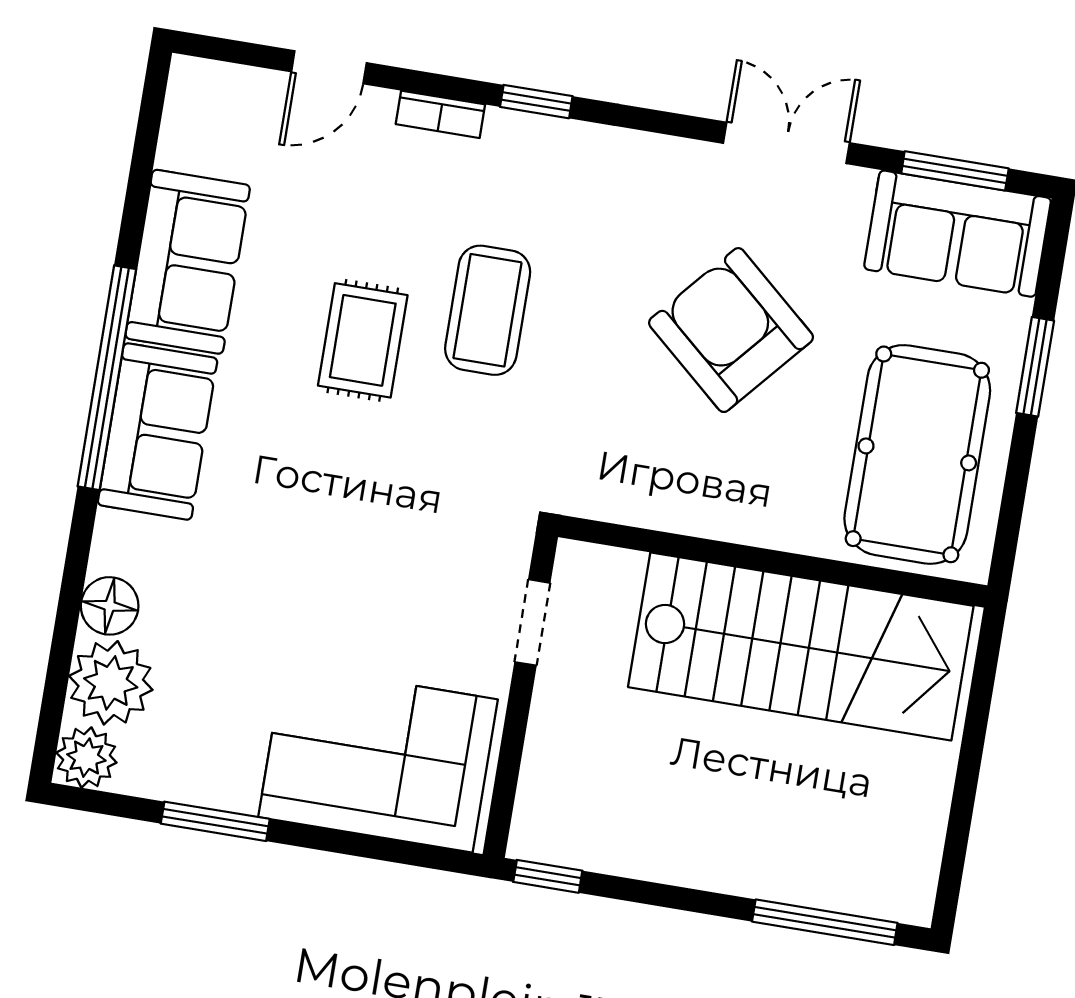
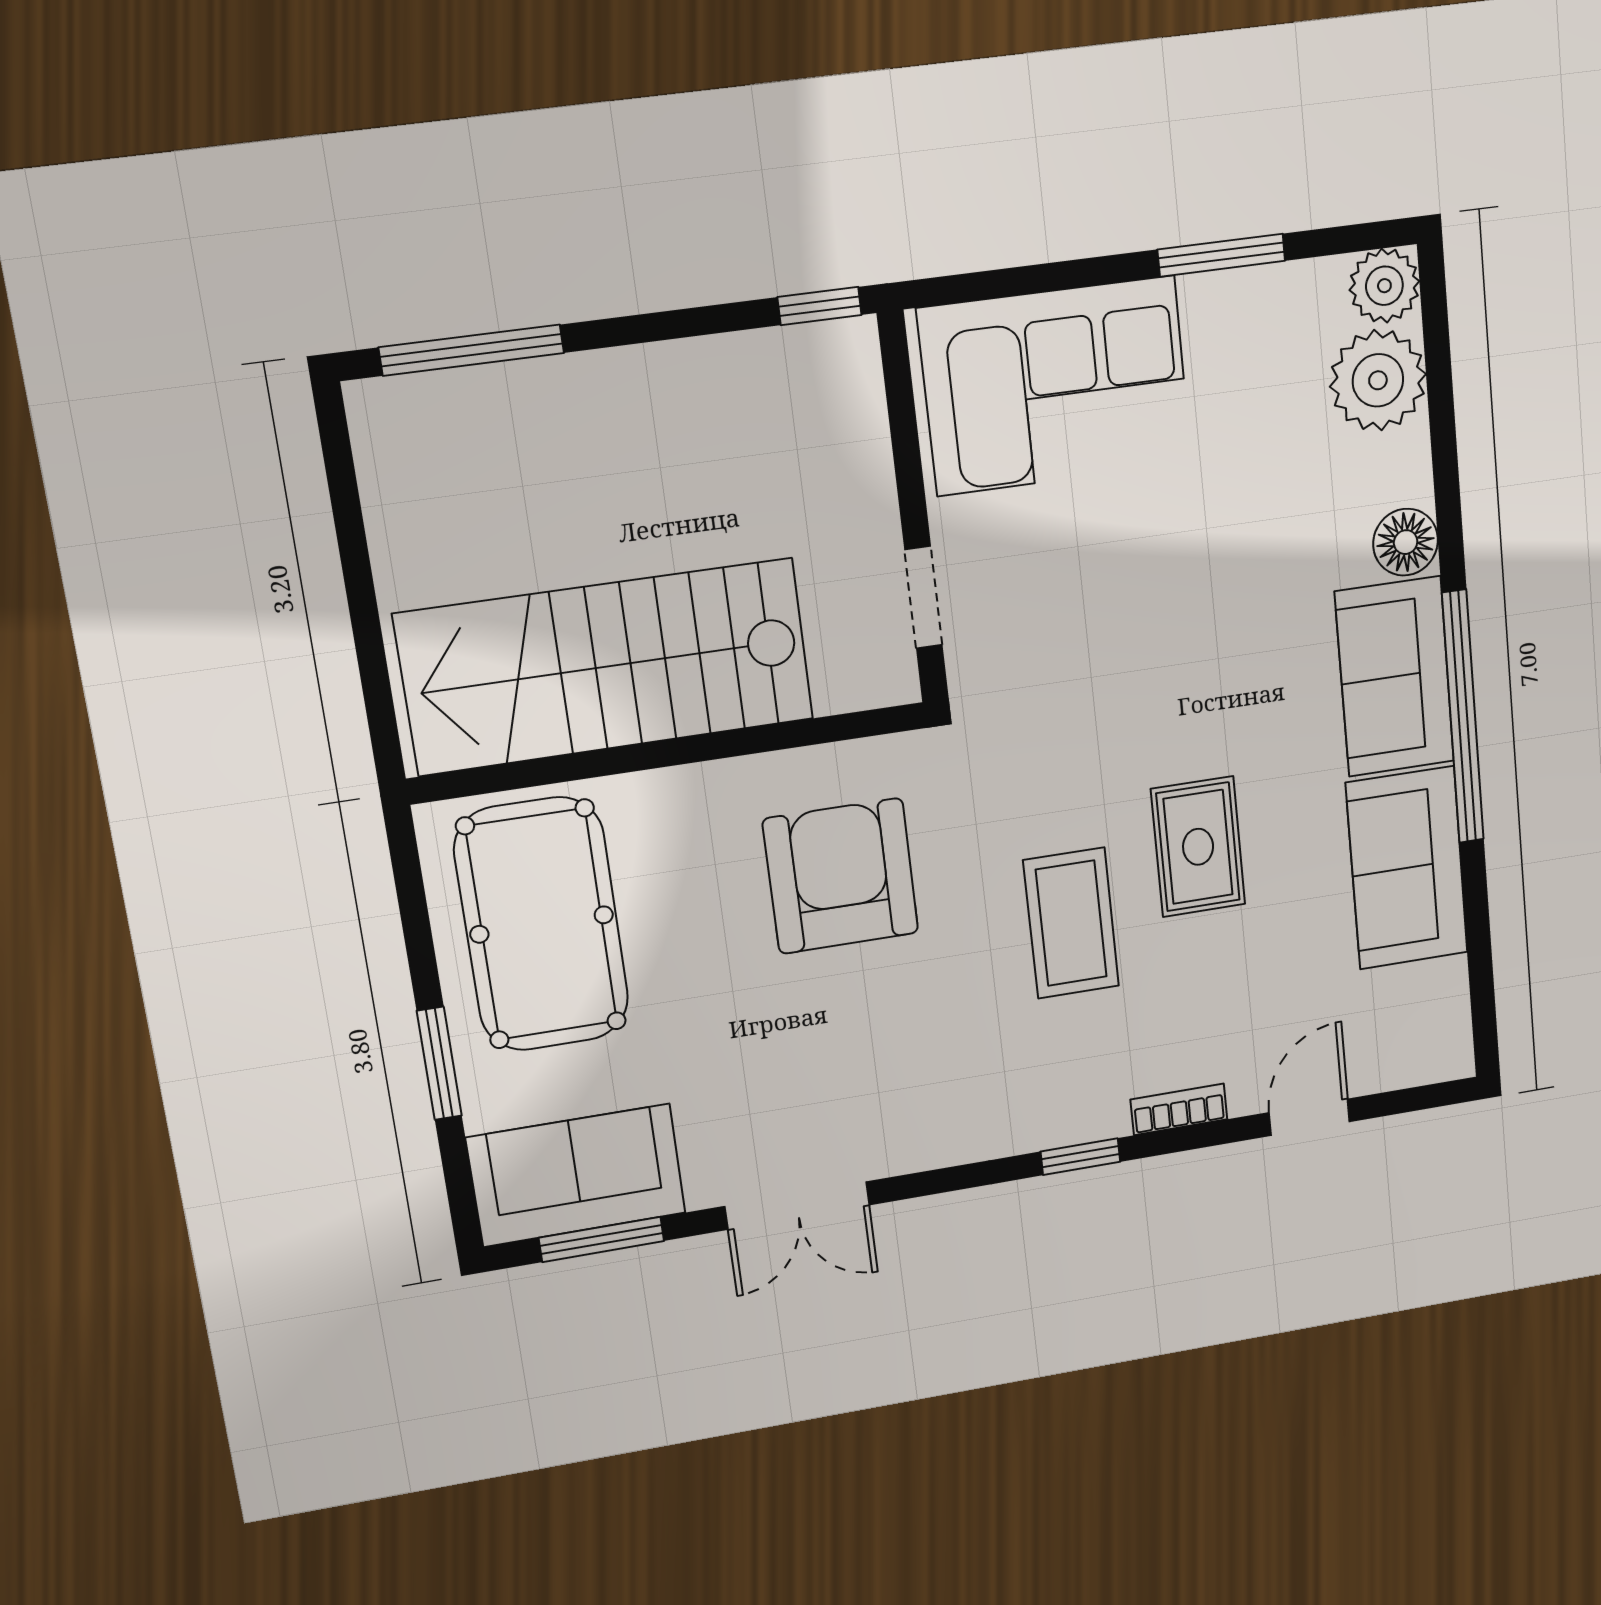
armchair: (731, 330) -> (841, 876), moved, turned -131
floor lamp: (110, 606) -> (1406, 542), moved

